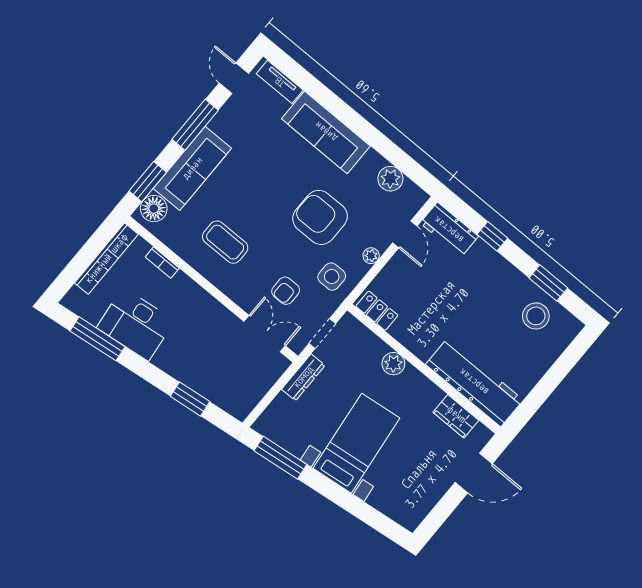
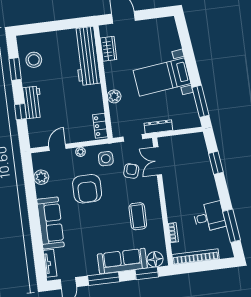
workbench: (449, 230) -> (33, 102), moved
armchair: (286, 291) -> (131, 171), turned -74
desk: (136, 324) -> (209, 217), width x0.73

